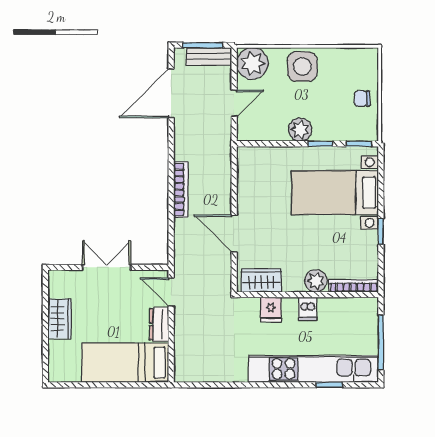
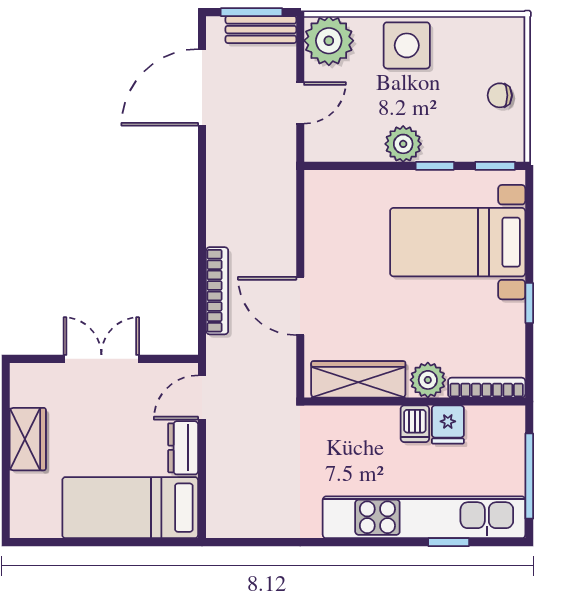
bookcase: (181, 190) -> (217, 291), moved
wardrobe: (261, 280) -> (358, 379), width x1.50
door: (171, 292) -> (202, 397), hinge flipped
fridge: (271, 309) -> (448, 425), moved

